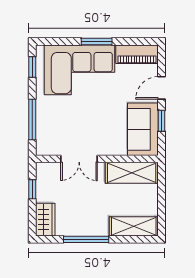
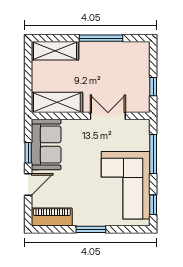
corner sofa: (80, 70) -> (126, 185), moved, turned -90
wardrobe: (45, 220) -> (141, 57), removed

